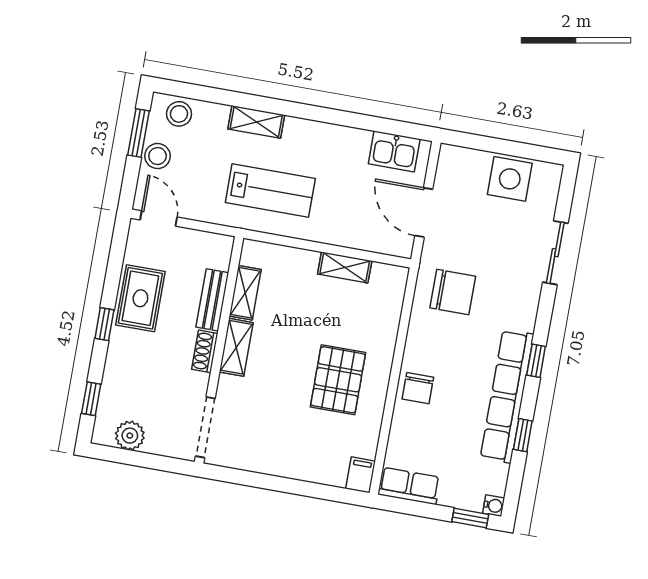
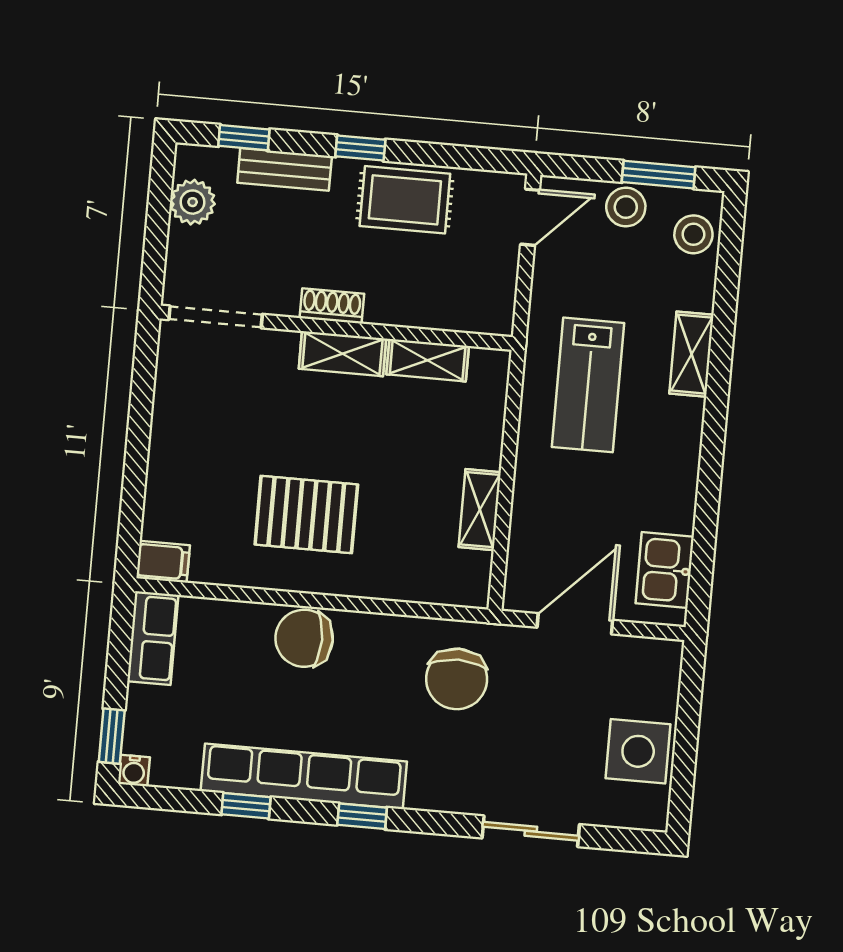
bench: (212, 300) -> (285, 169), moved
chair: (418, 388) -> (304, 638), width x1.37, depth x1.37

